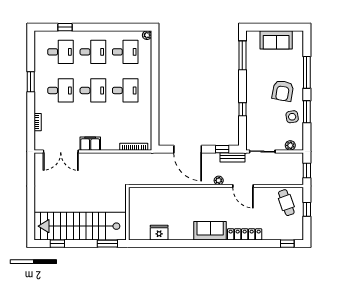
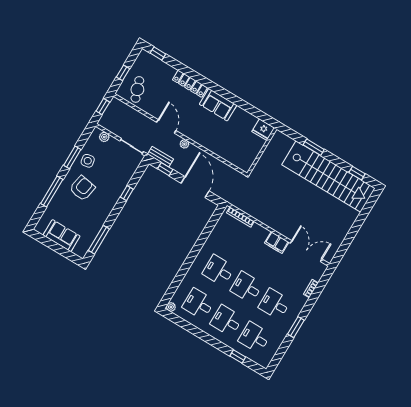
wall: (127, 214) -> (262, 151), moved

